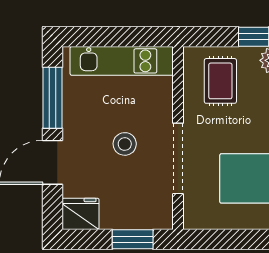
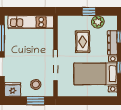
rug: (220, 81) -> (83, 42), moved
stool: (125, 144) -> (36, 84), moved

